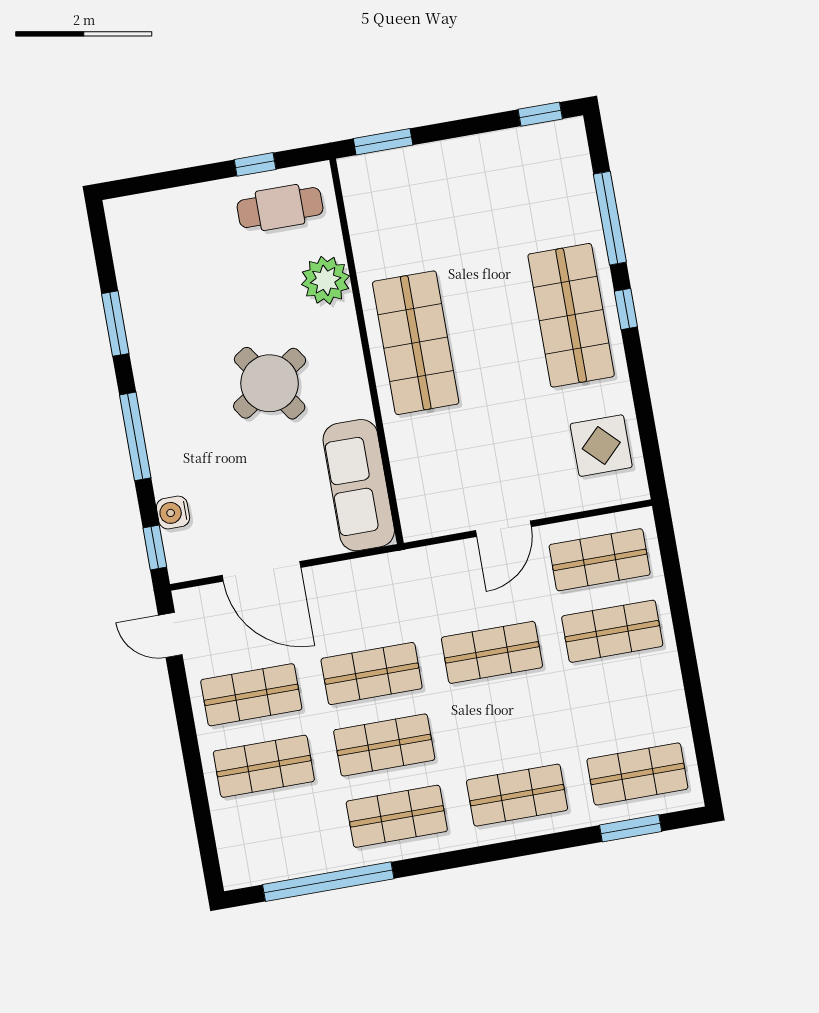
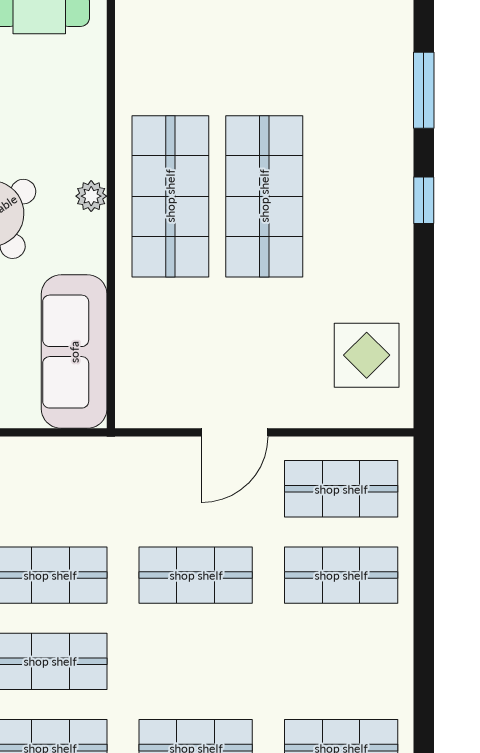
window: (610, 218) -> (424, 90), width x0.69
plant: (326, 280) -> (91, 196), moved, width x0.53, depth x0.53
shop shelf: (571, 315) -> (264, 196), moved

